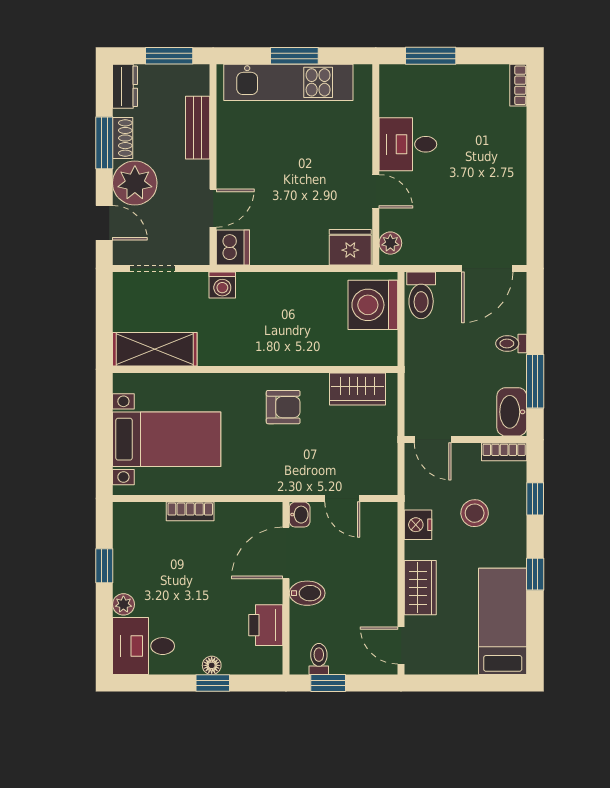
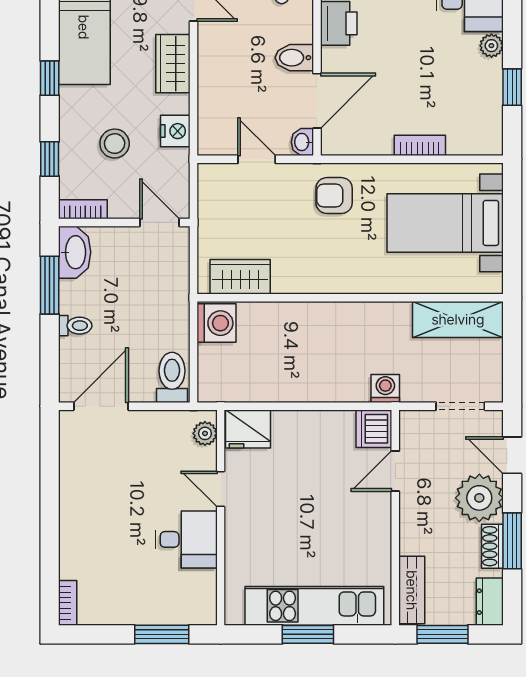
bench: (198, 128) -> (412, 590), moved
washing machine: (373, 305) -> (217, 323), moved, width x0.73, depth x0.73
armchair: (283, 407) -> (334, 196), moved

